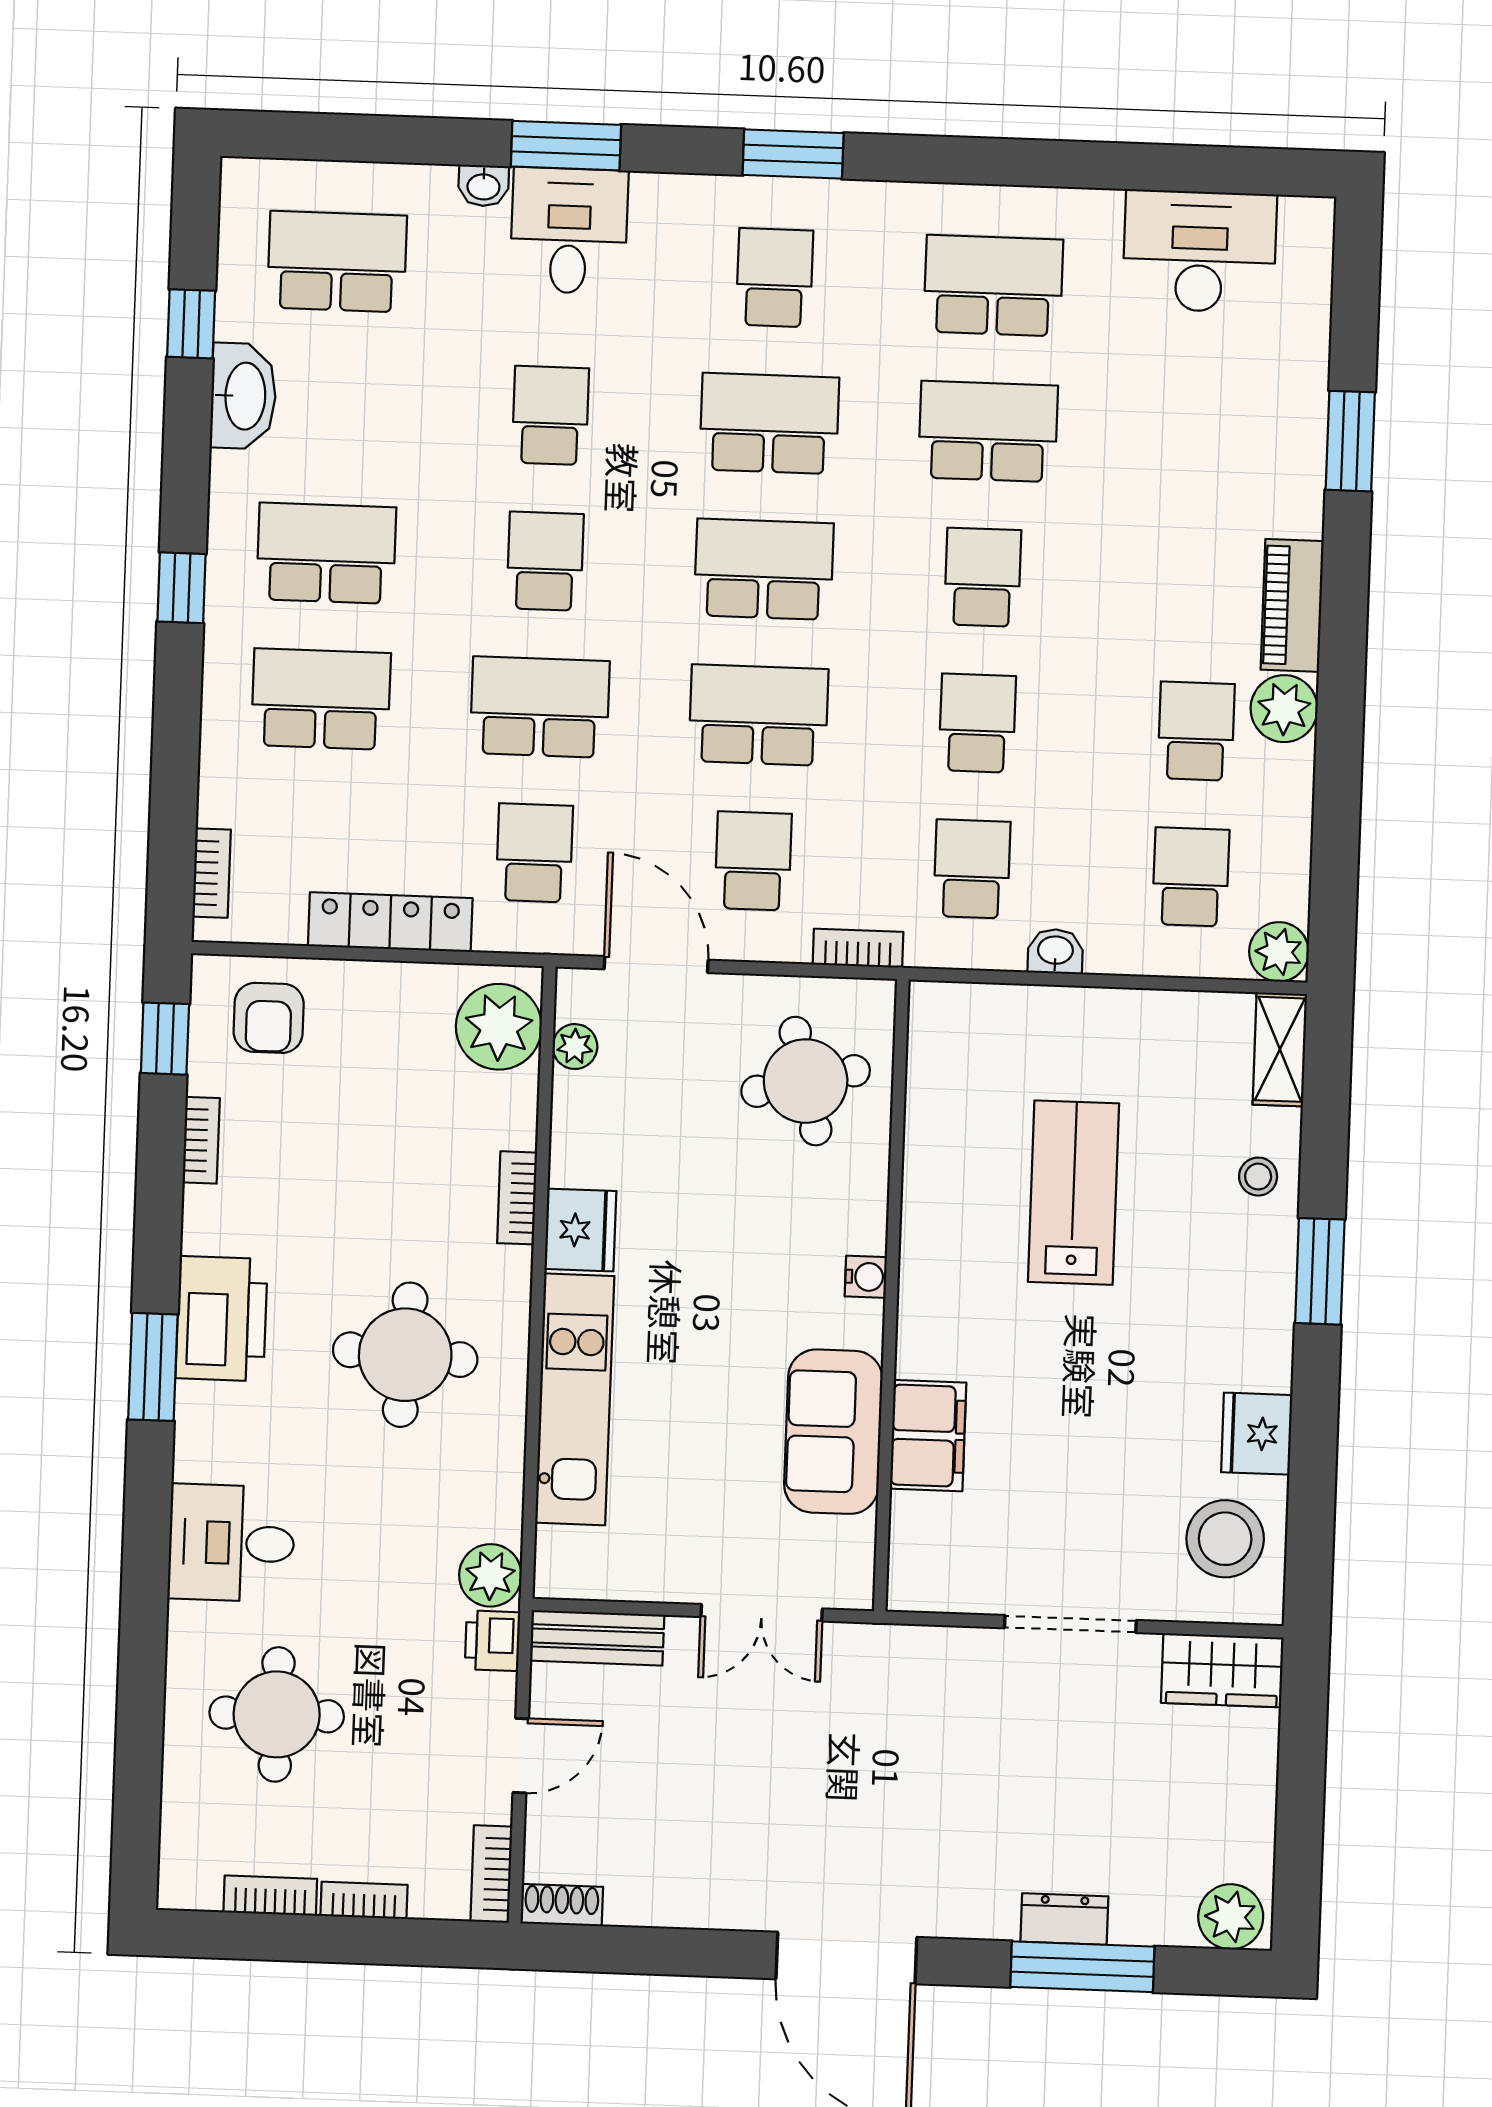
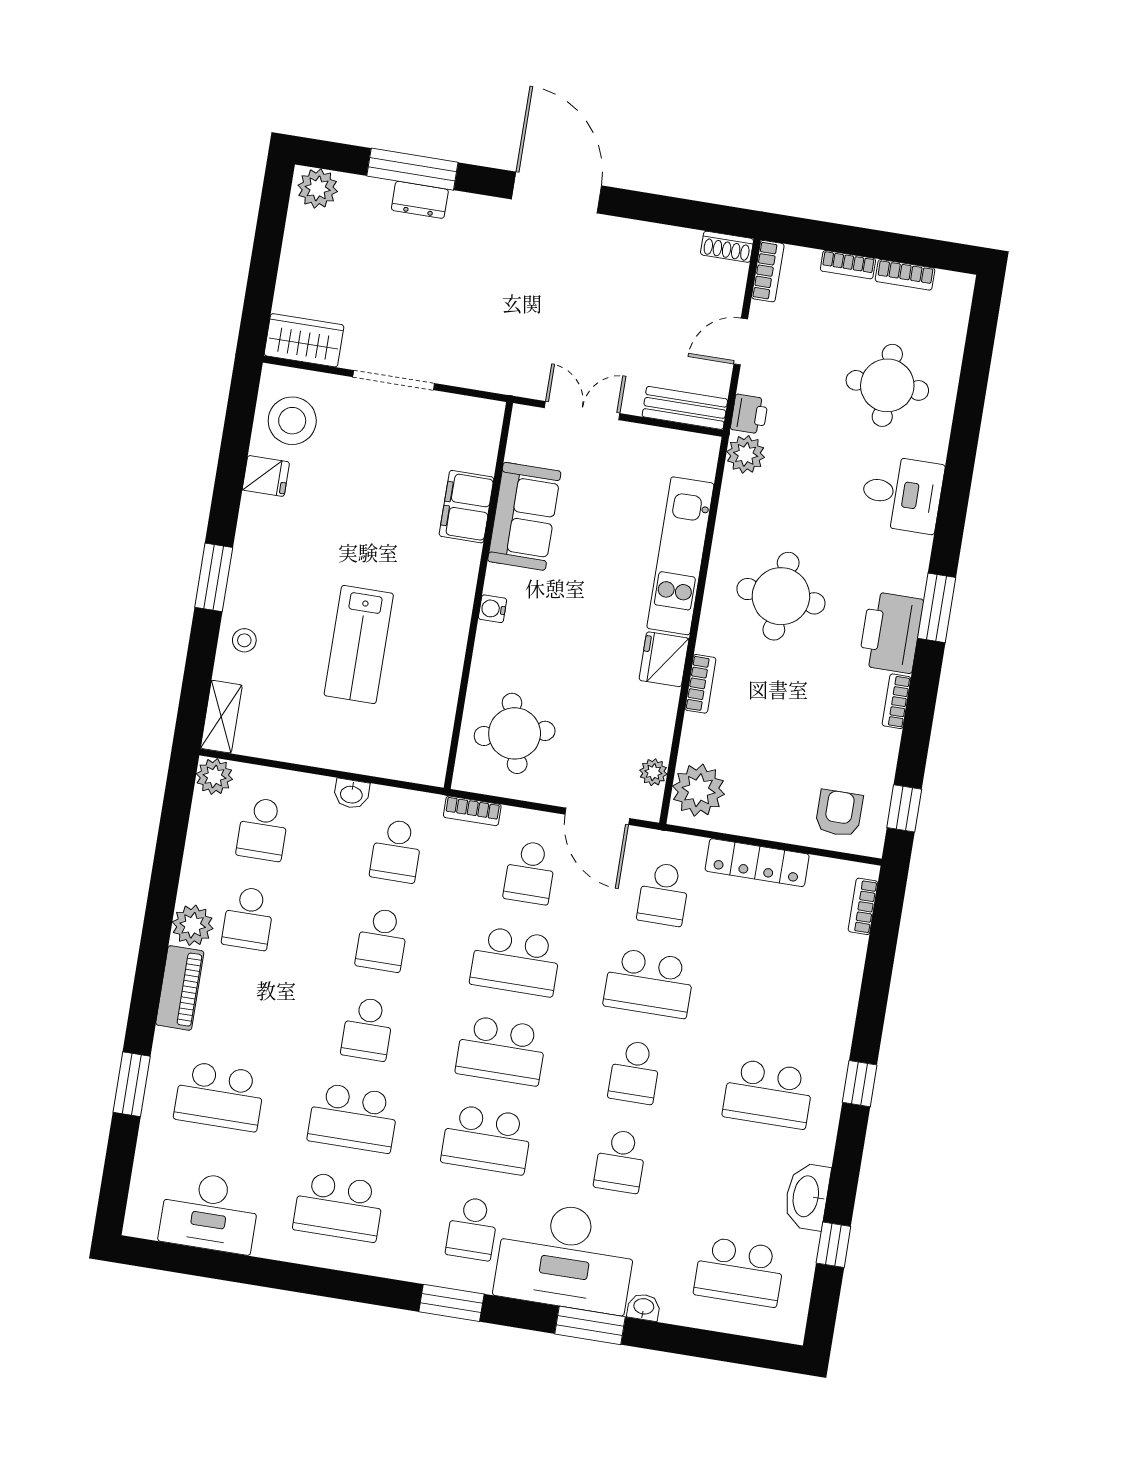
desk: (569, 231) -> (566, 1257), width x1.87, depth x1.30
school desk: (321, 699) -> (219, 1096), moved
bookcase: (201, 1140) -> (897, 701), moved
fridge: (1257, 1434) -> (266, 476), width x0.72

